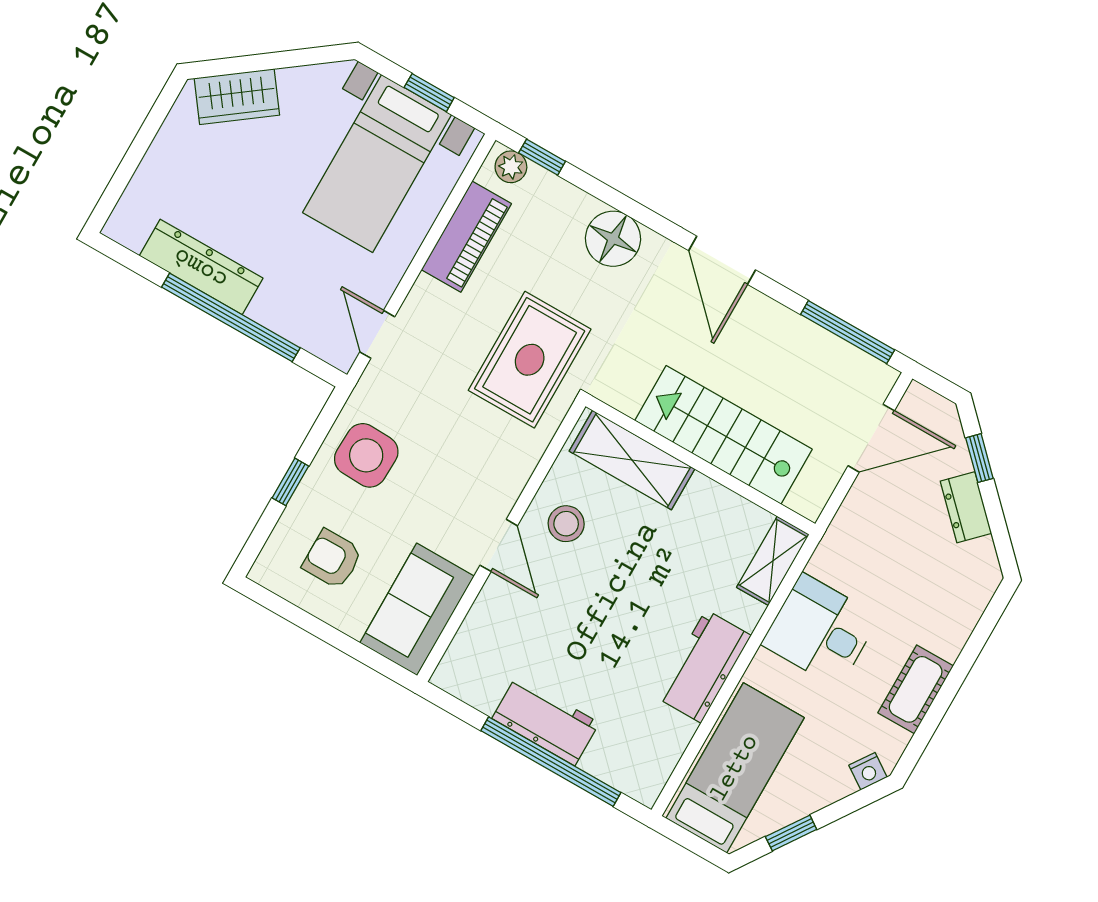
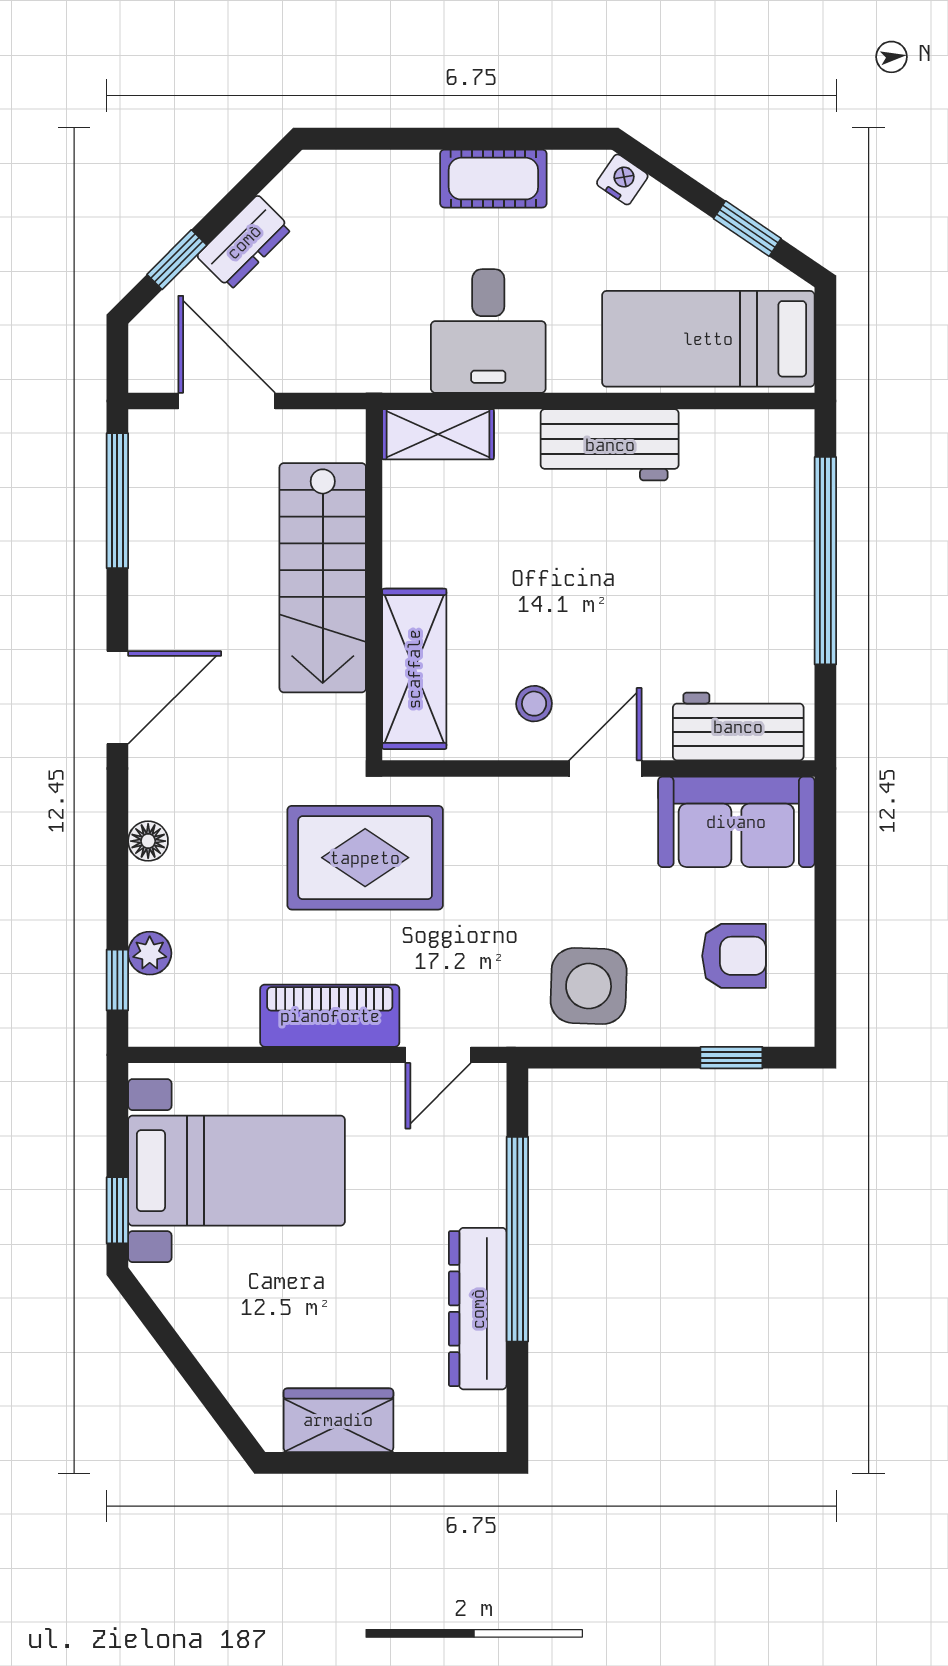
window: (429, 93) -> (117, 1210), moved
wardrobe: (237, 97) -> (338, 1420), moved, turned -53
plant: (511, 167) -> (150, 953), moved
piano: (466, 237) -> (330, 1016), moved
floor lamp: (613, 239) -> (148, 841), width x0.53, depth x0.53
window: (290, 482) -> (731, 1058), moved
stool: (566, 524) -> (534, 704), width x0.73, depth x0.73
armchair: (332, 559) -> (734, 956), turned -90
workbench: (546, 721) -> (738, 727), moved, turned 90

